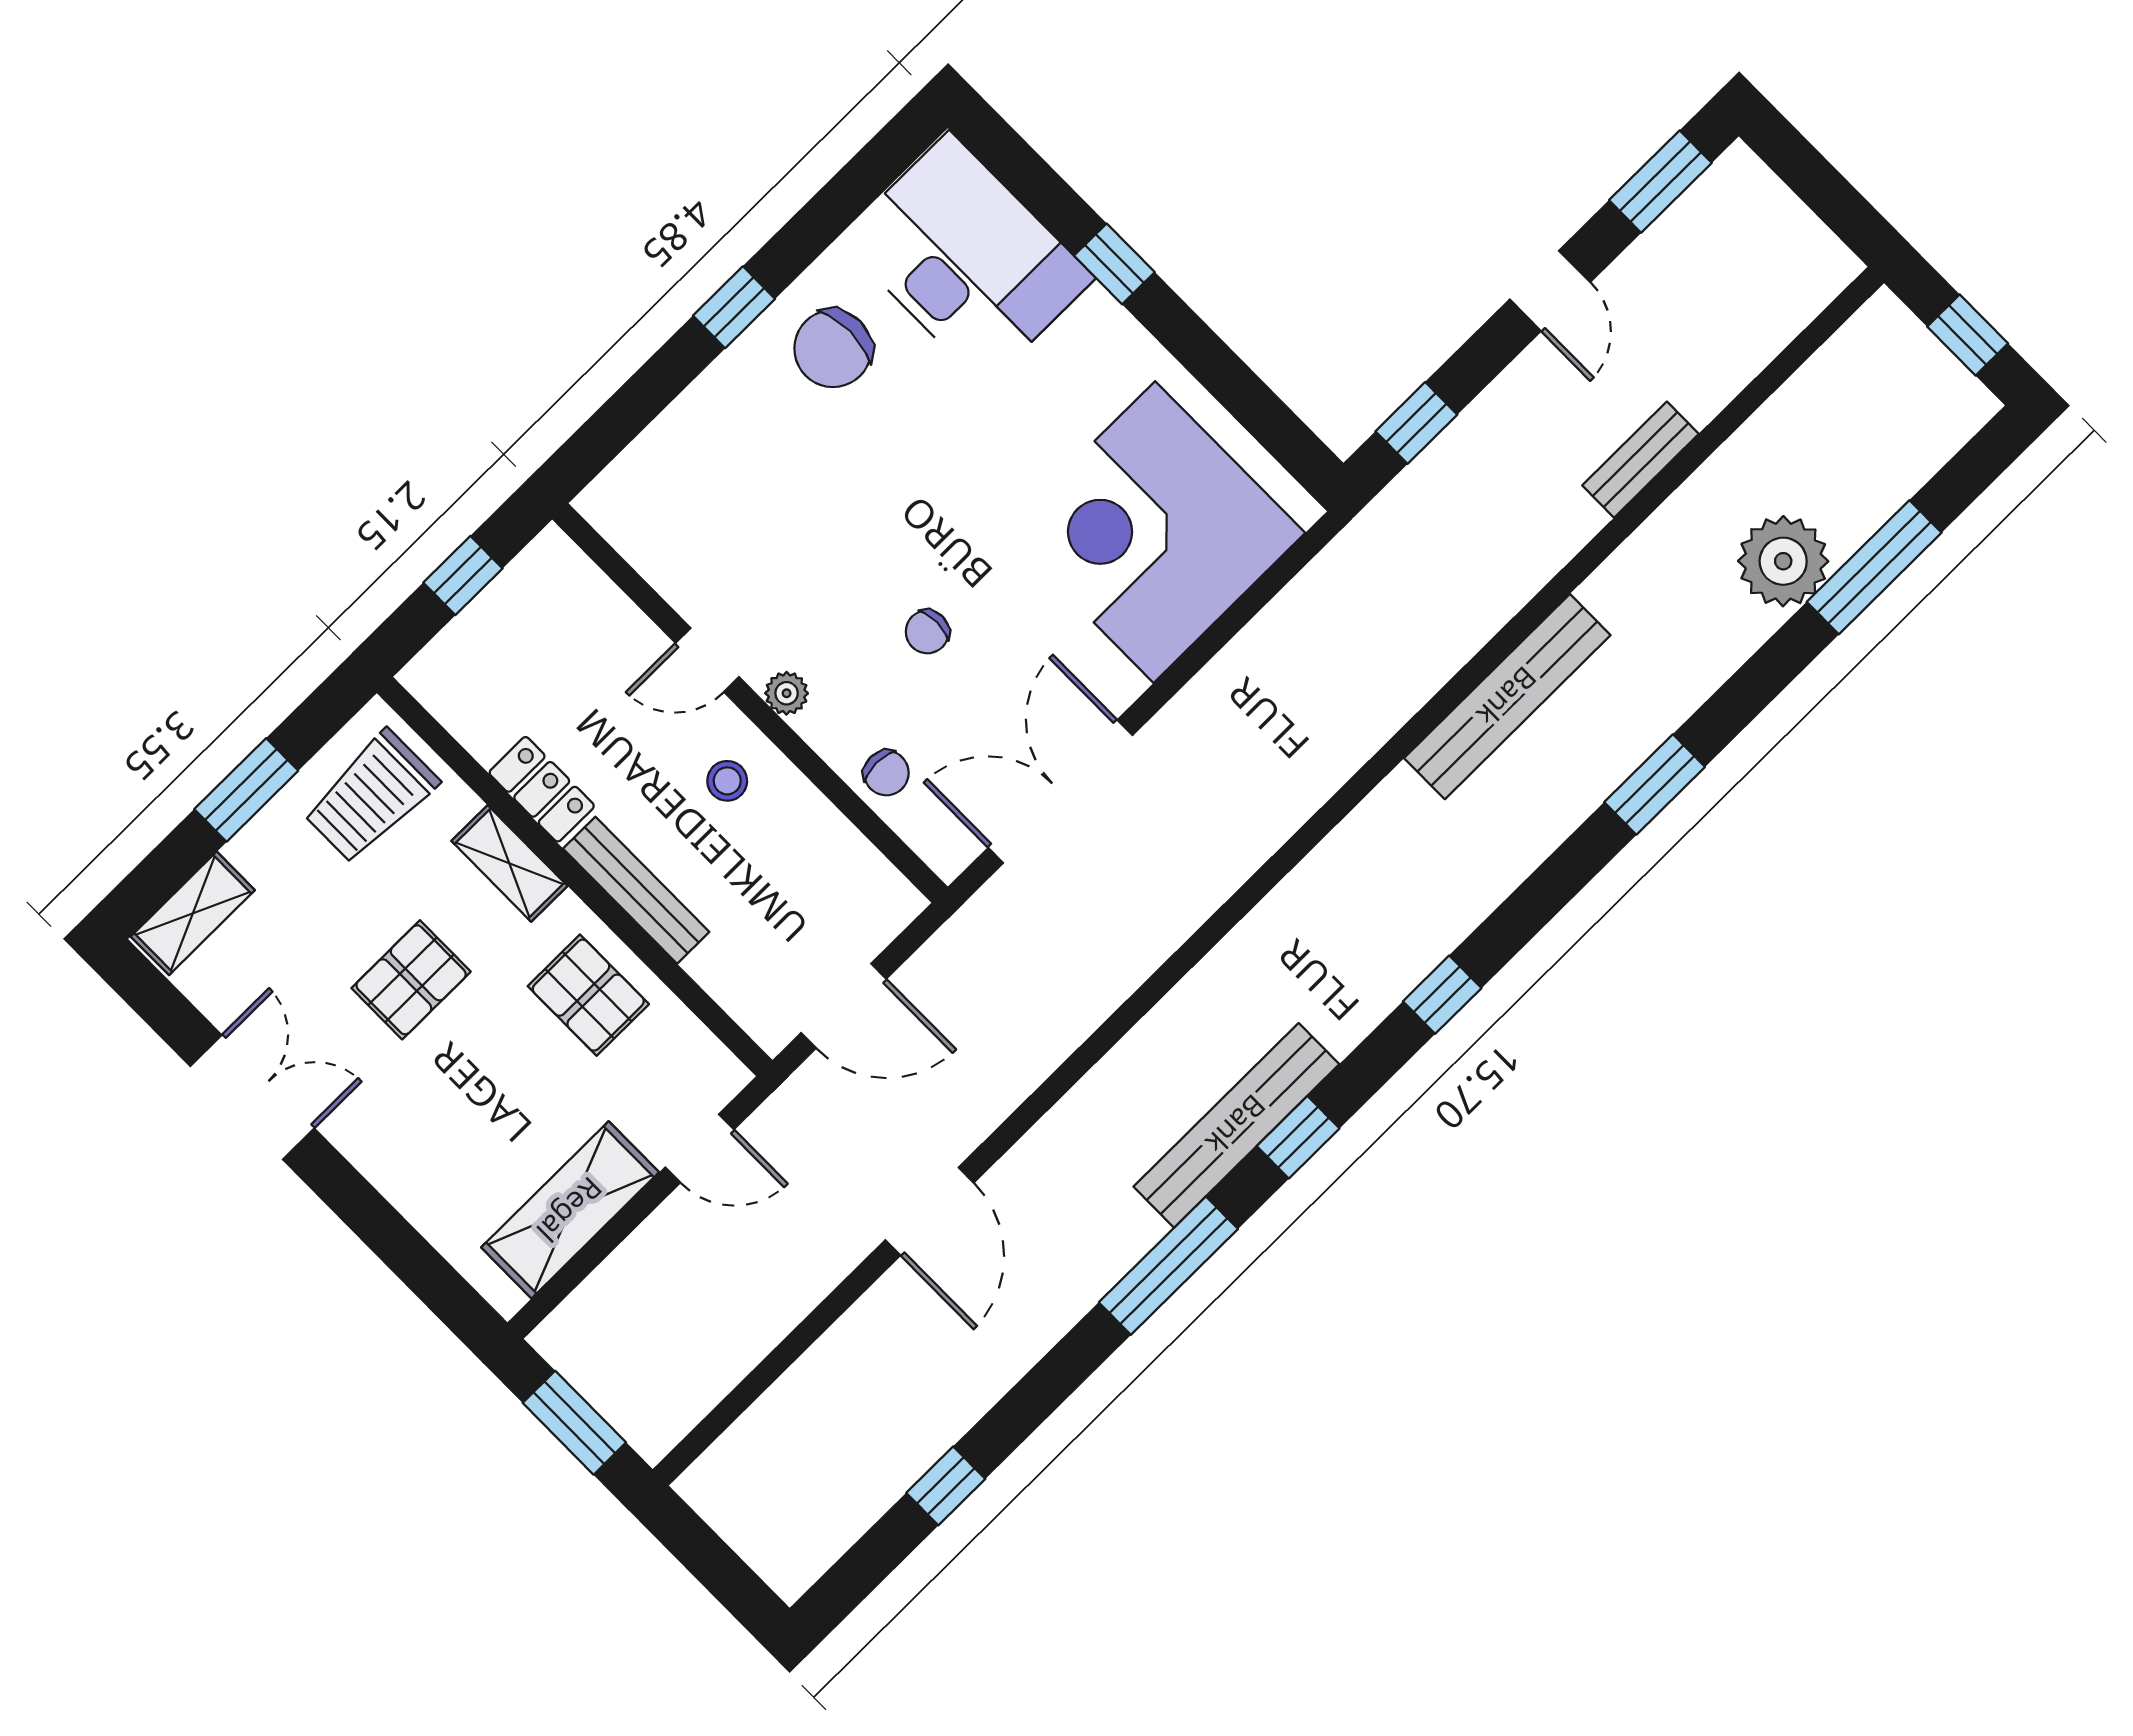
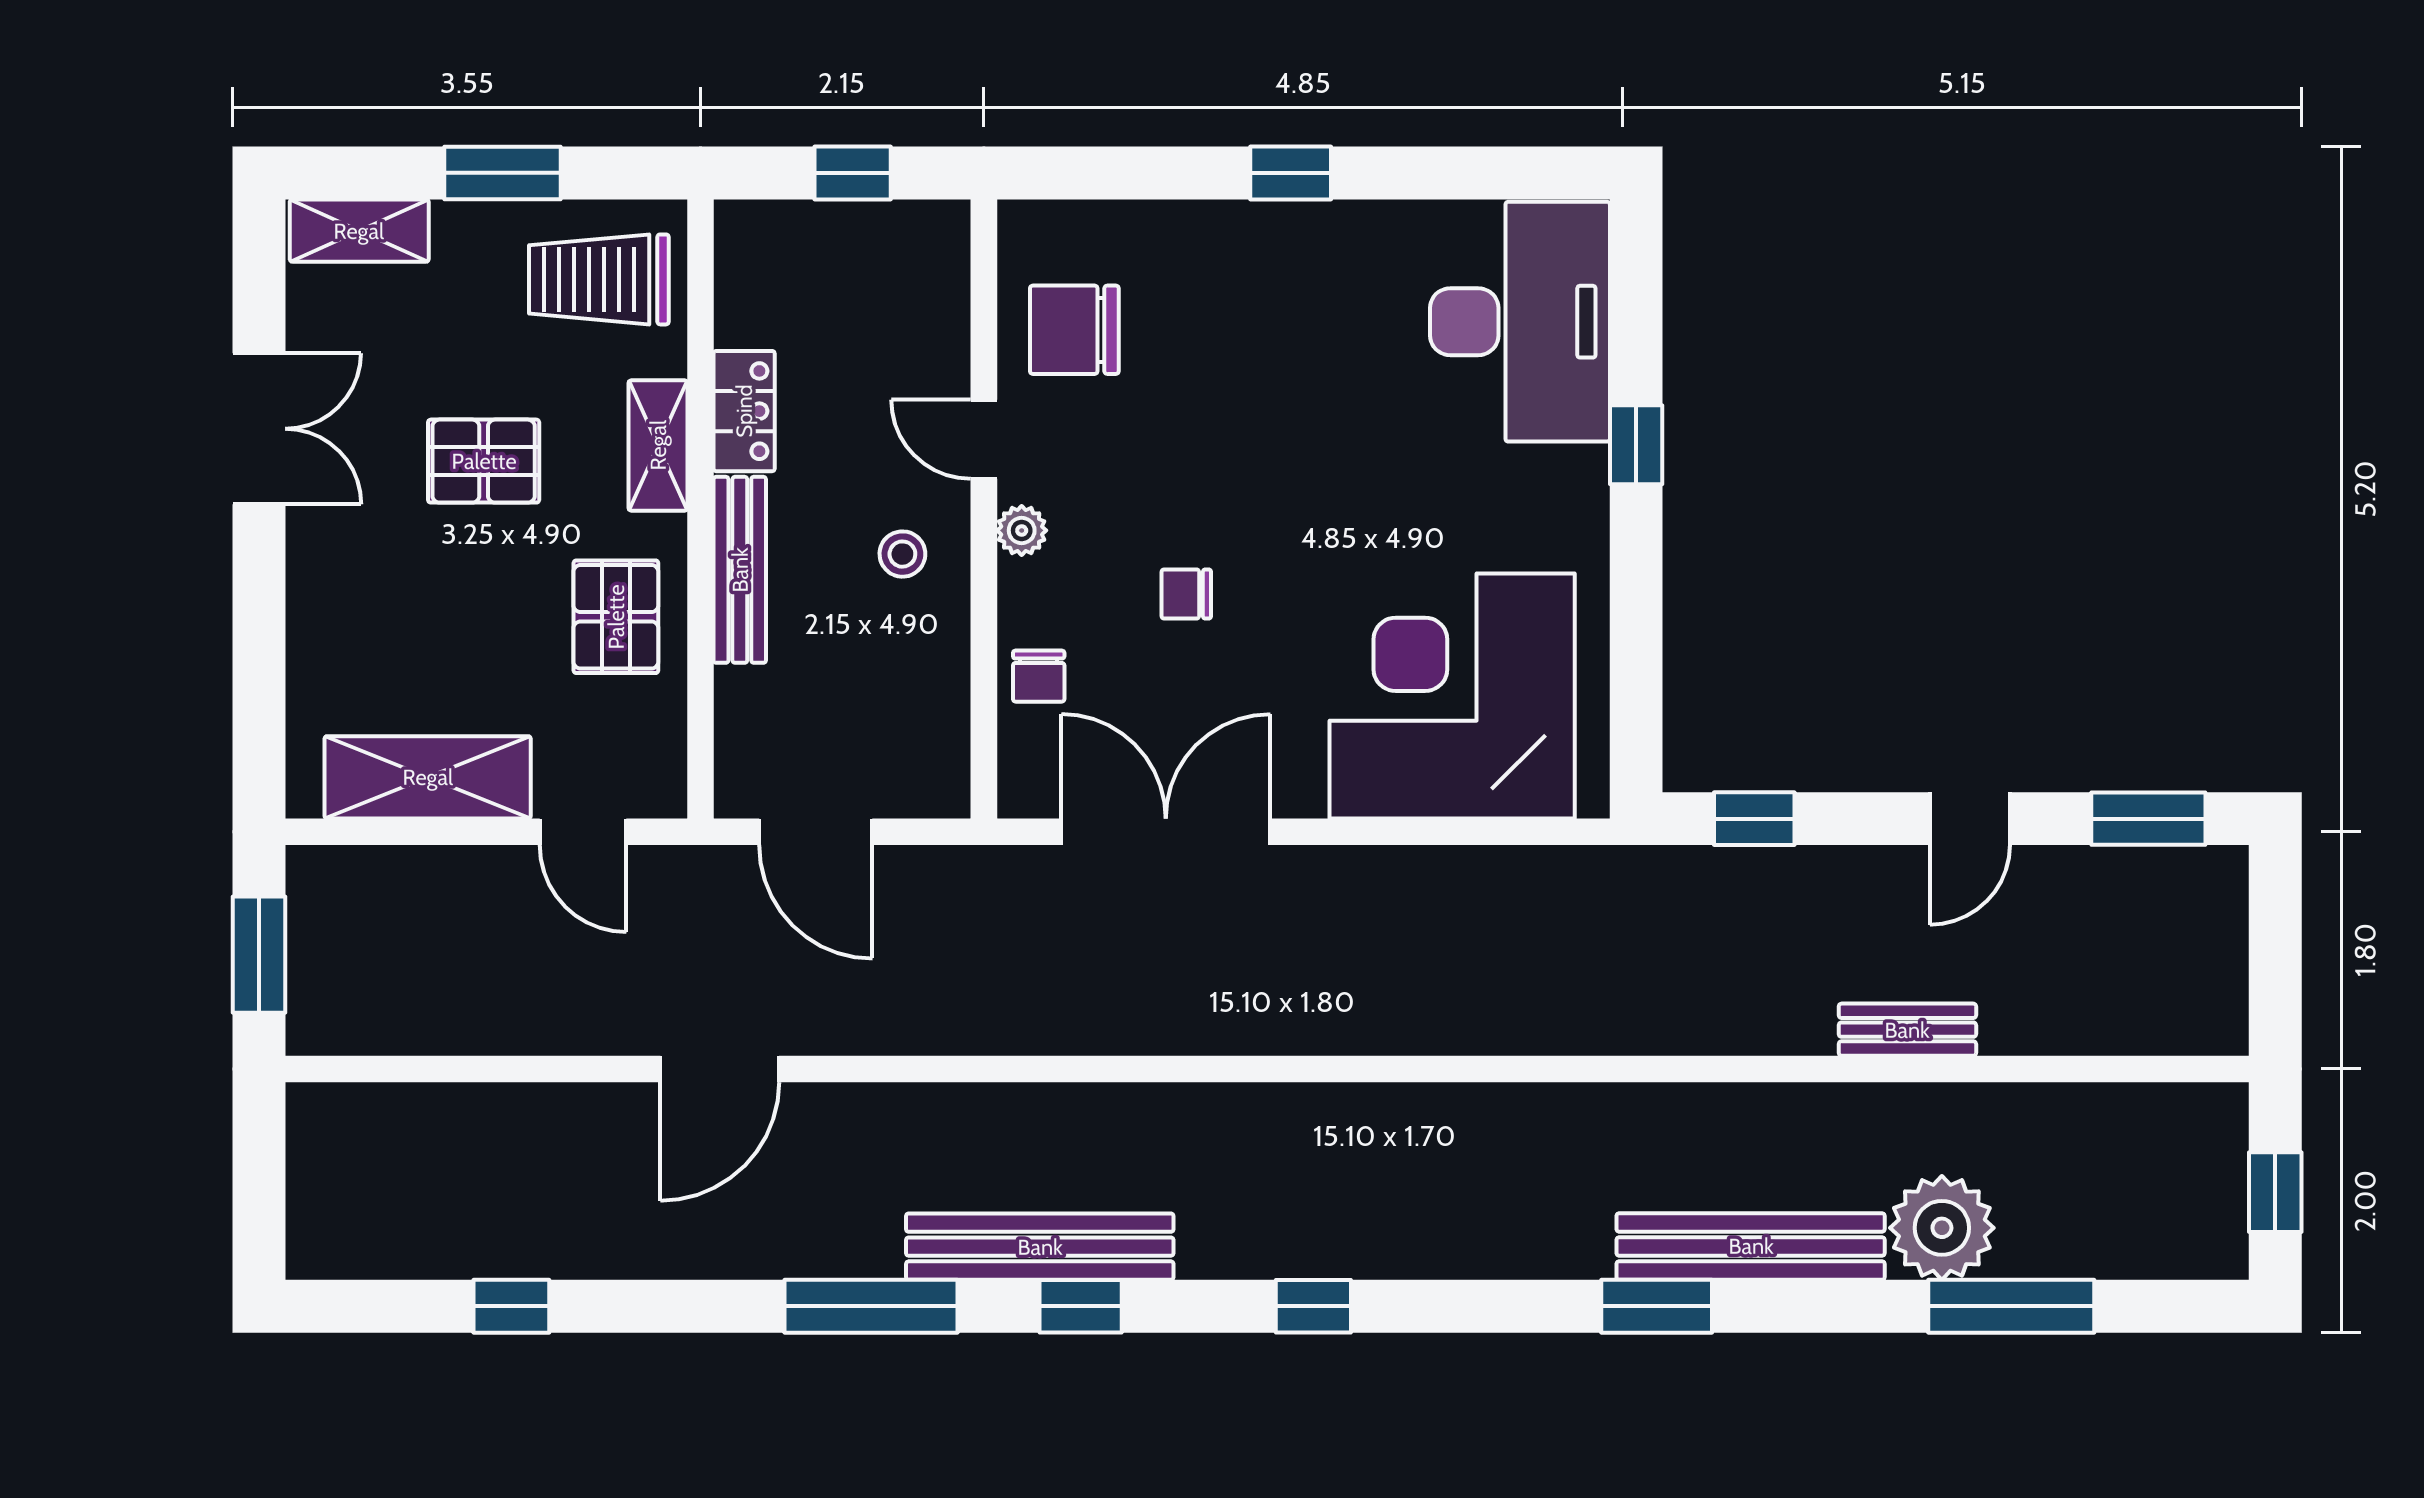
chair: (833, 349) -> (1074, 330), moved
bench: (1507, 697) -> (1751, 1246), moved

